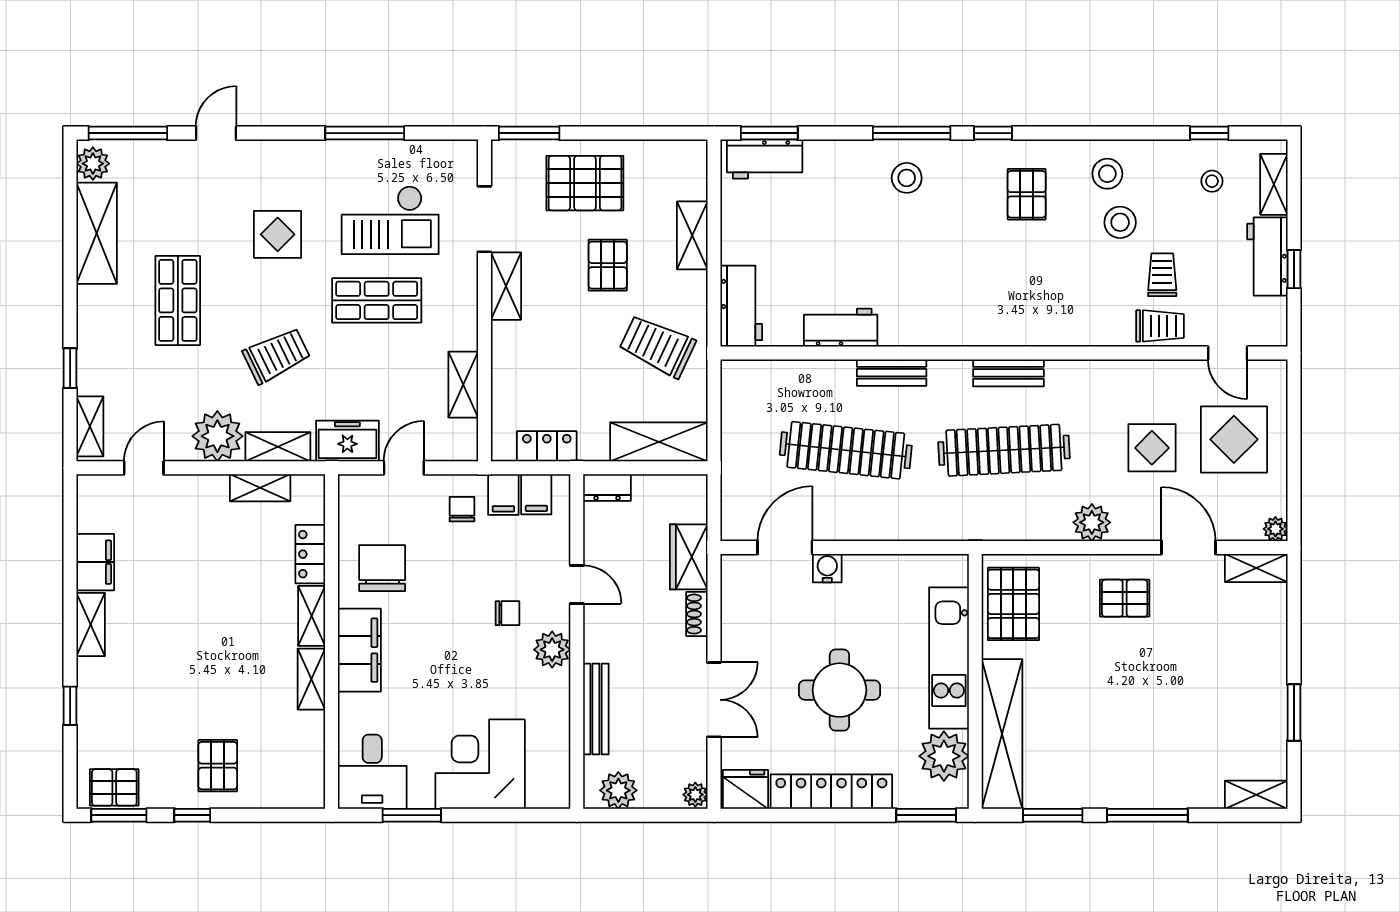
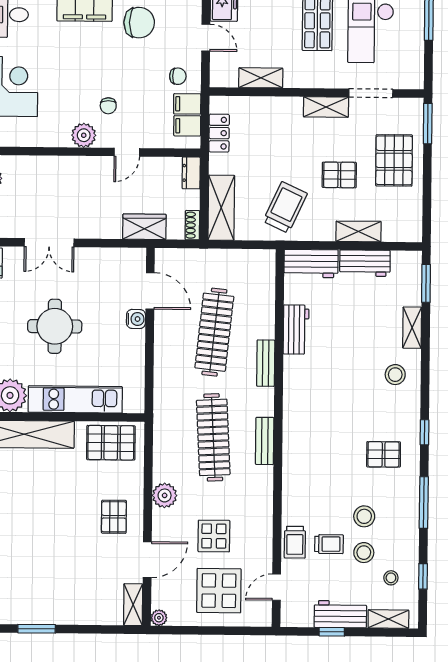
window: (912, 133) -> (424, 503), moved
shelving: (836, 153) -> (412, 328), added
workbench: (765, 159) -> (365, 263), moved, turned -90
stool: (1107, 174) -> (364, 553), moved
shoe rack: (697, 614) -> (192, 225), moved, turned -90
bench: (596, 709) -> (44, 164), removed

